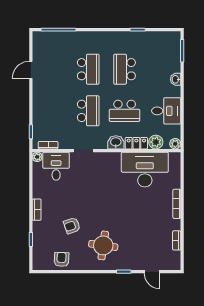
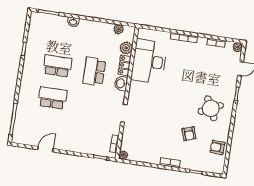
school desk: (125, 69) -> (57, 66), turned 180
door: (31, 70) -> (45, 149), swing flipped
school desk: (88, 111) -> (89, 104), removed
school desk: (125, 111) -> (94, 71), turned 180
desk: (166, 111) -> (100, 35), removed
plant: (175, 144) -> (119, 29), moved
desk: (56, 166) -> (134, 140), removed
round table: (103, 245) -> (211, 108), turned -34
plant: (175, 265) -> (238, 47), added

